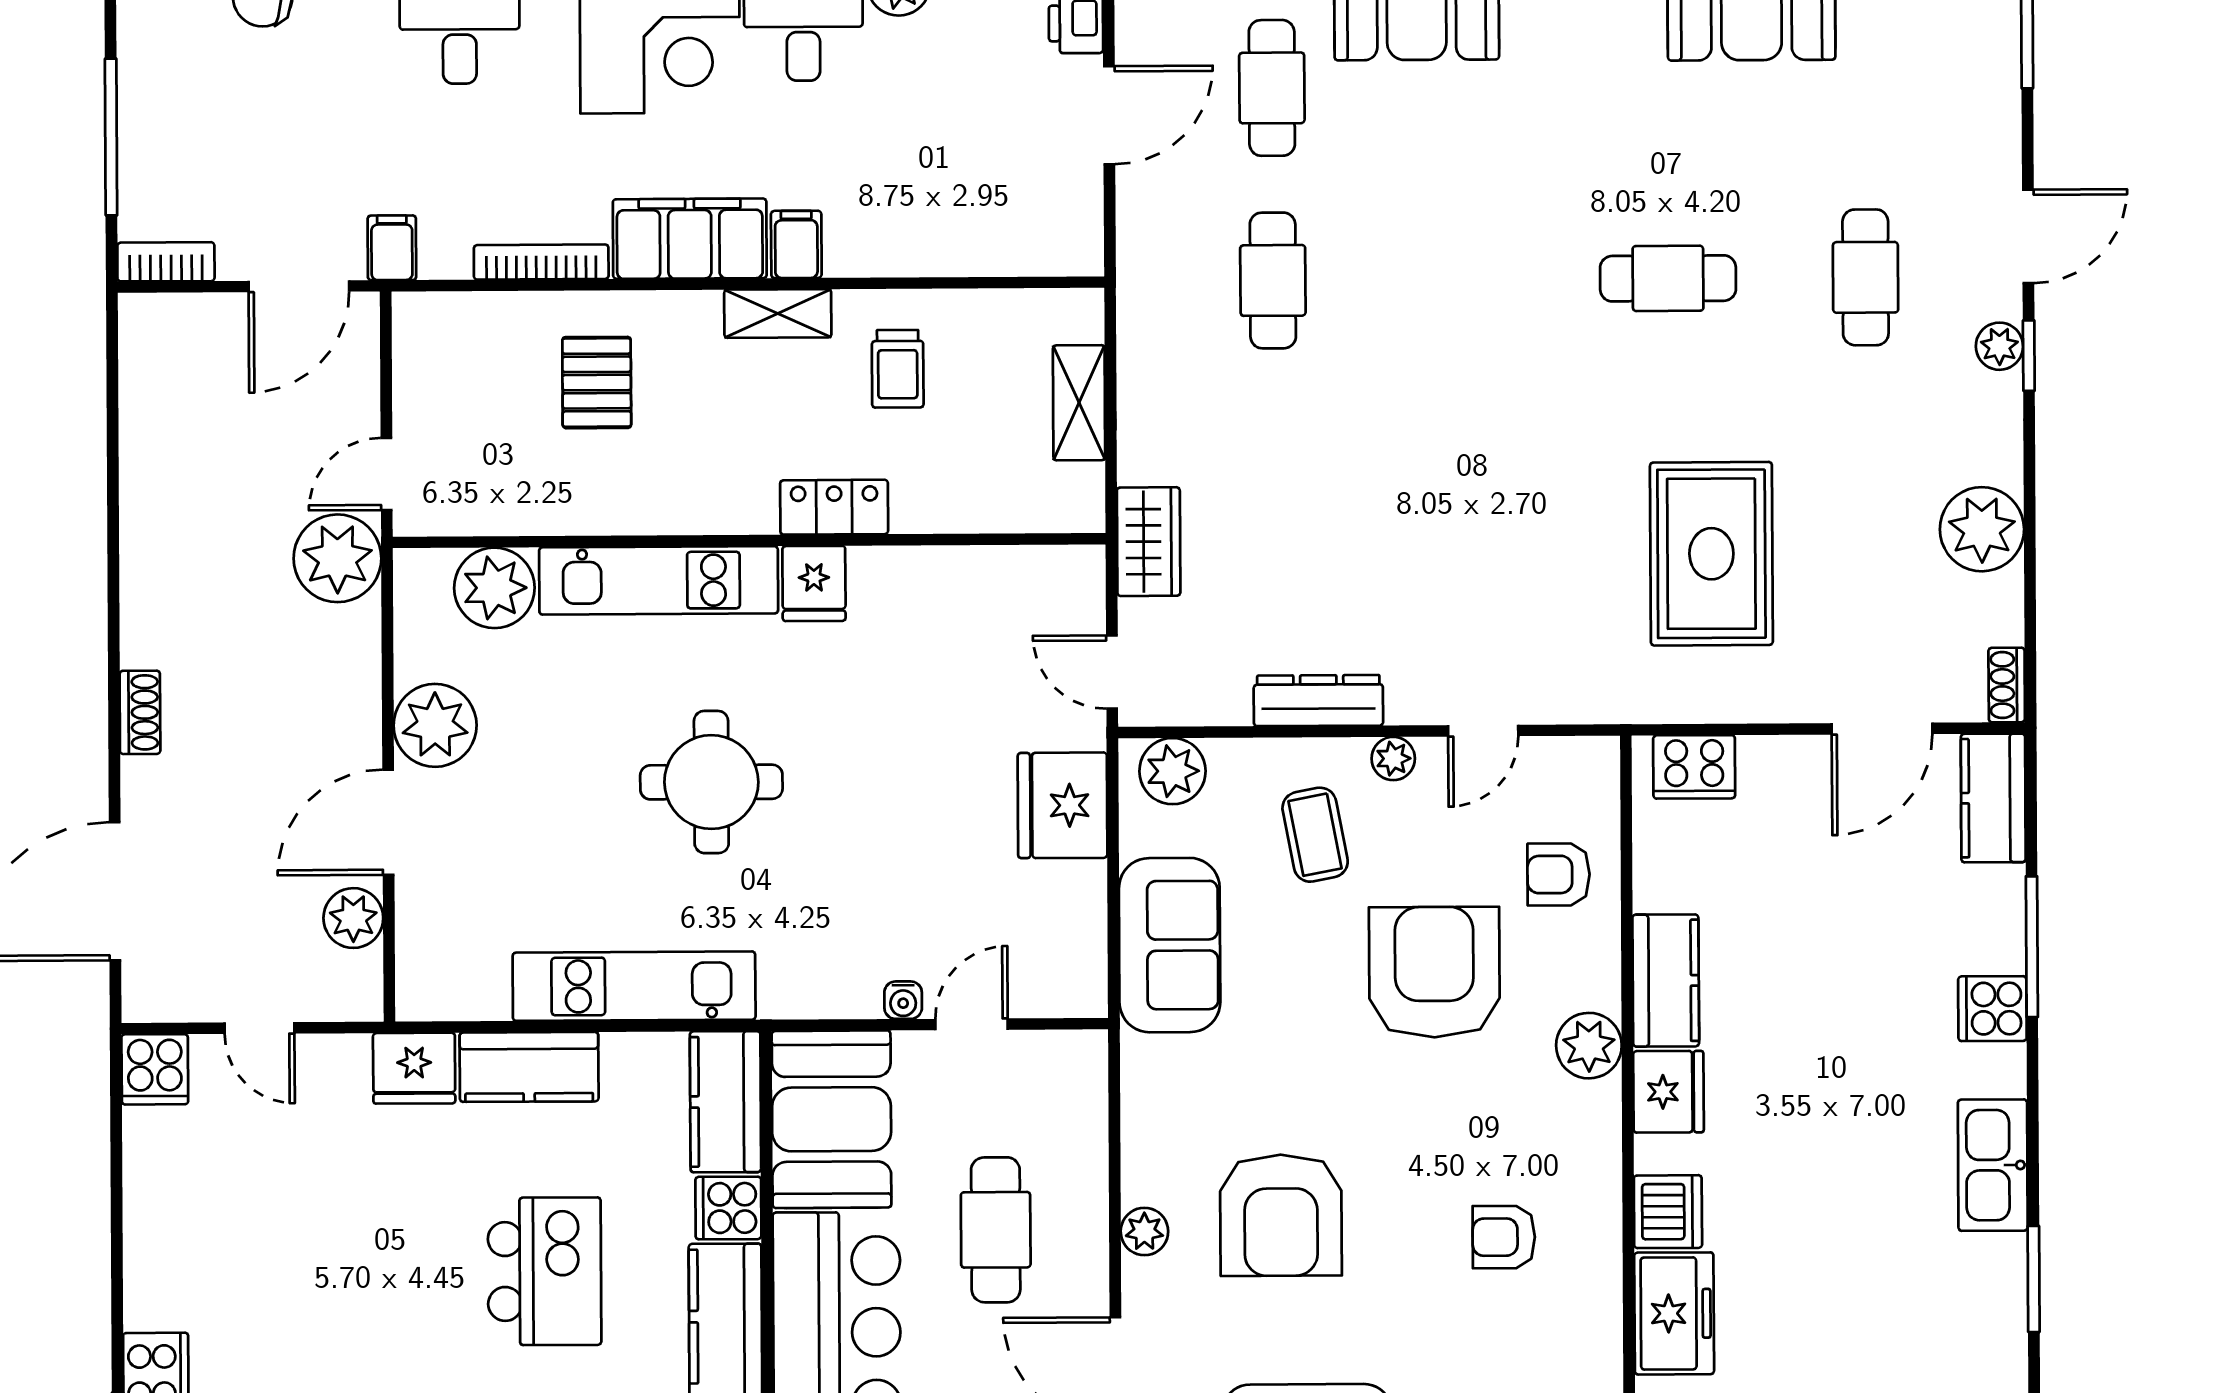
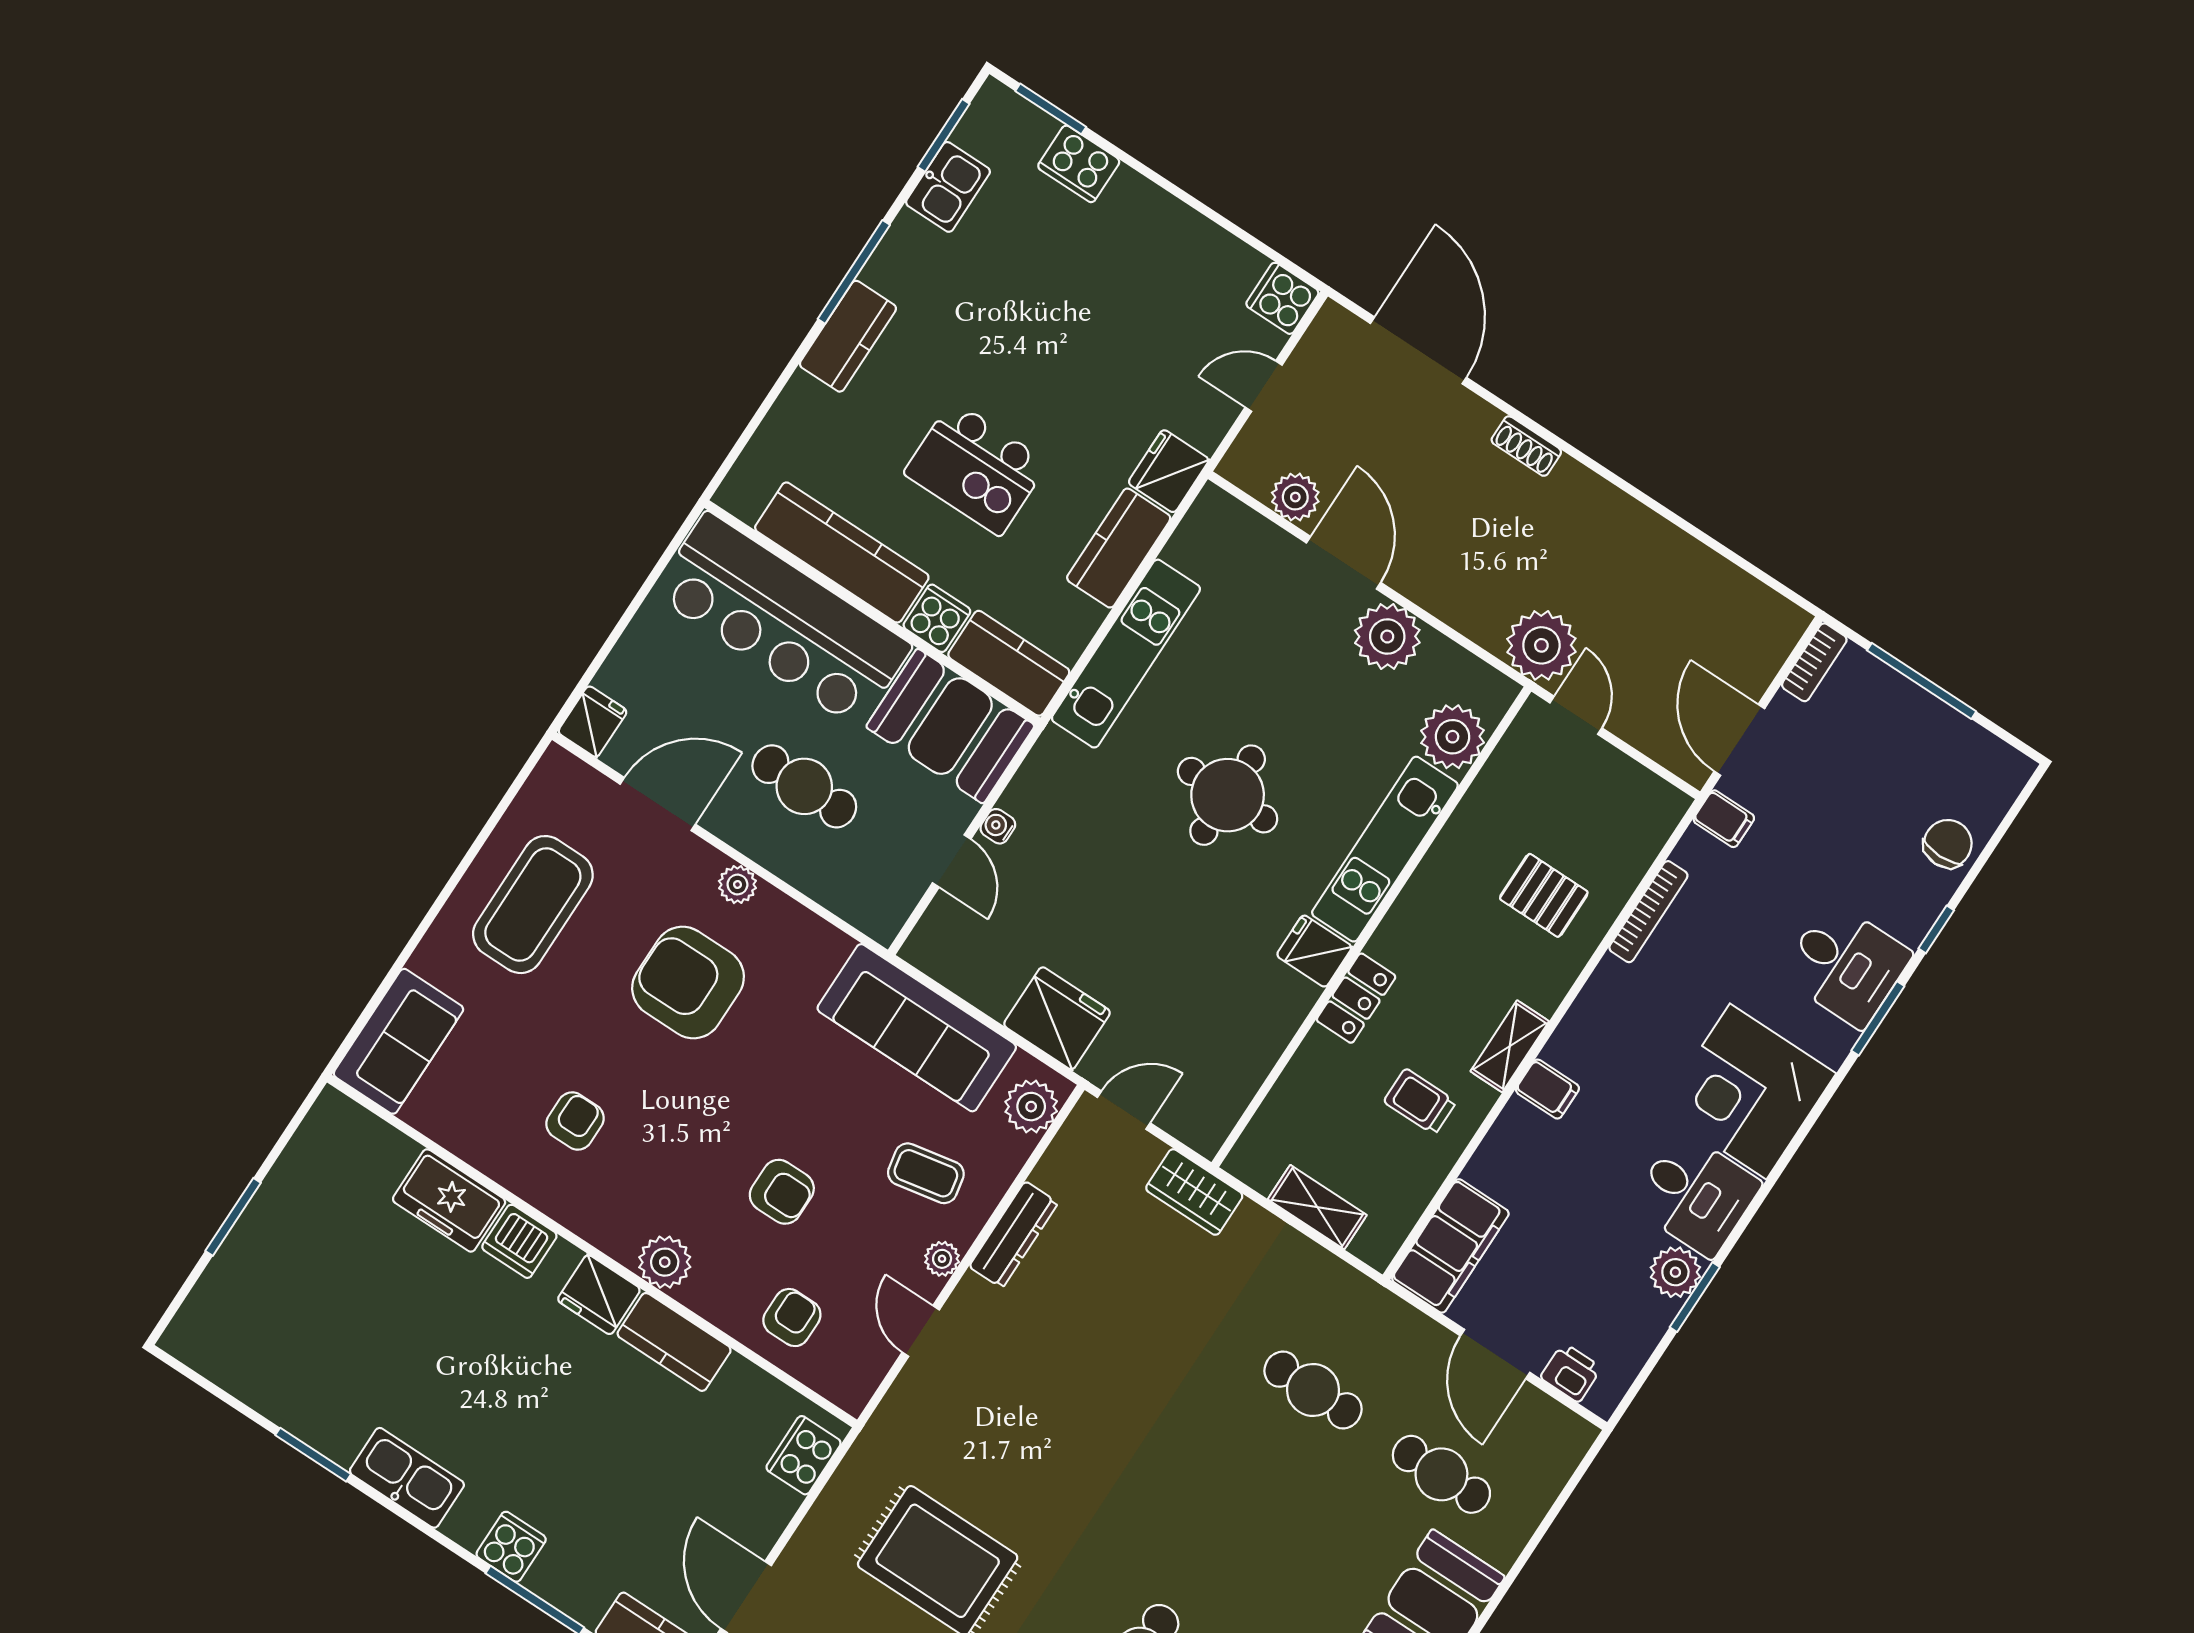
filing cabinet: (690, 239) -> (1450, 1246), moved
sofa: (1170, 945) -> (917, 1028), width x1.36
armchair: (1434, 972) -> (782, 1192), width x0.53, depth x0.53

